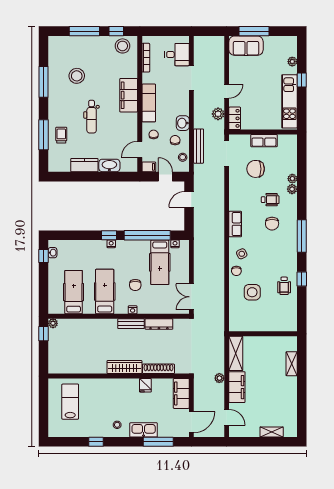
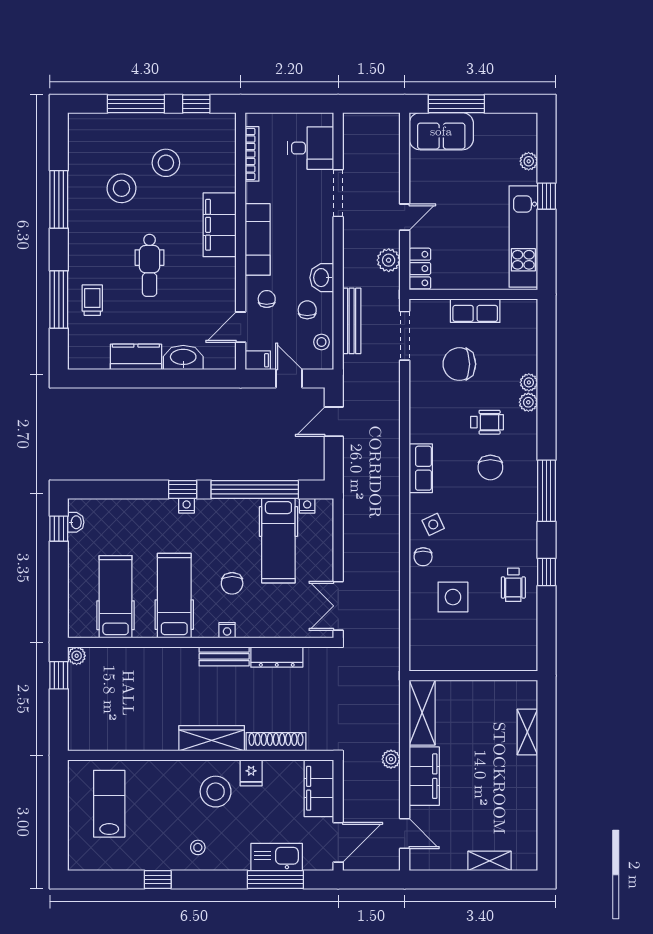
stool: (123, 46) -> (166, 163), moved
stool: (127, 395) -> (216, 792), added
kitchen sink: (144, 430) -> (277, 857), moved

